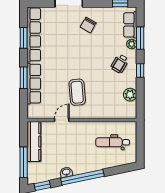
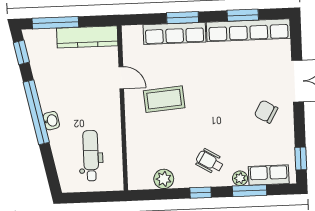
washbasin: (66, 172) -> (51, 121), moved

